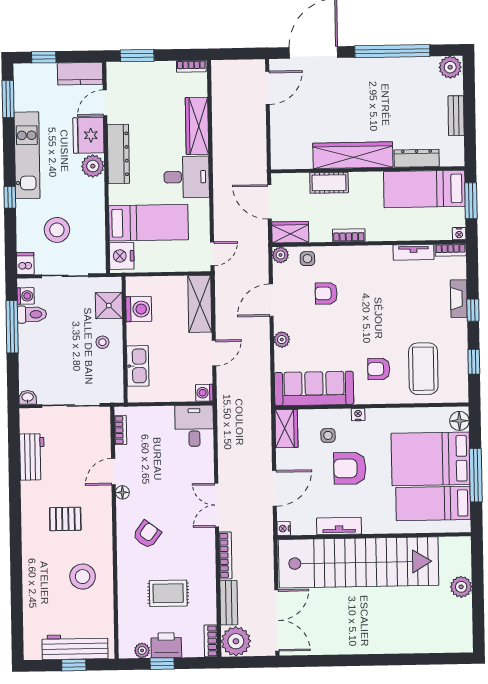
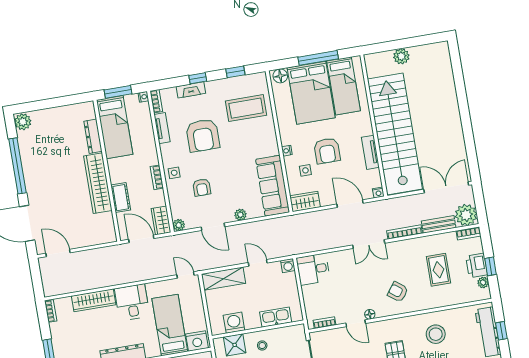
bench: (456, 116) -> (58, 112), removed
door: (269, 202) -> (141, 239), swing flipped
side table: (307, 259) -> (174, 173), moved
armchair: (379, 369) -> (203, 135), moved, width x1.88, depth x1.88

